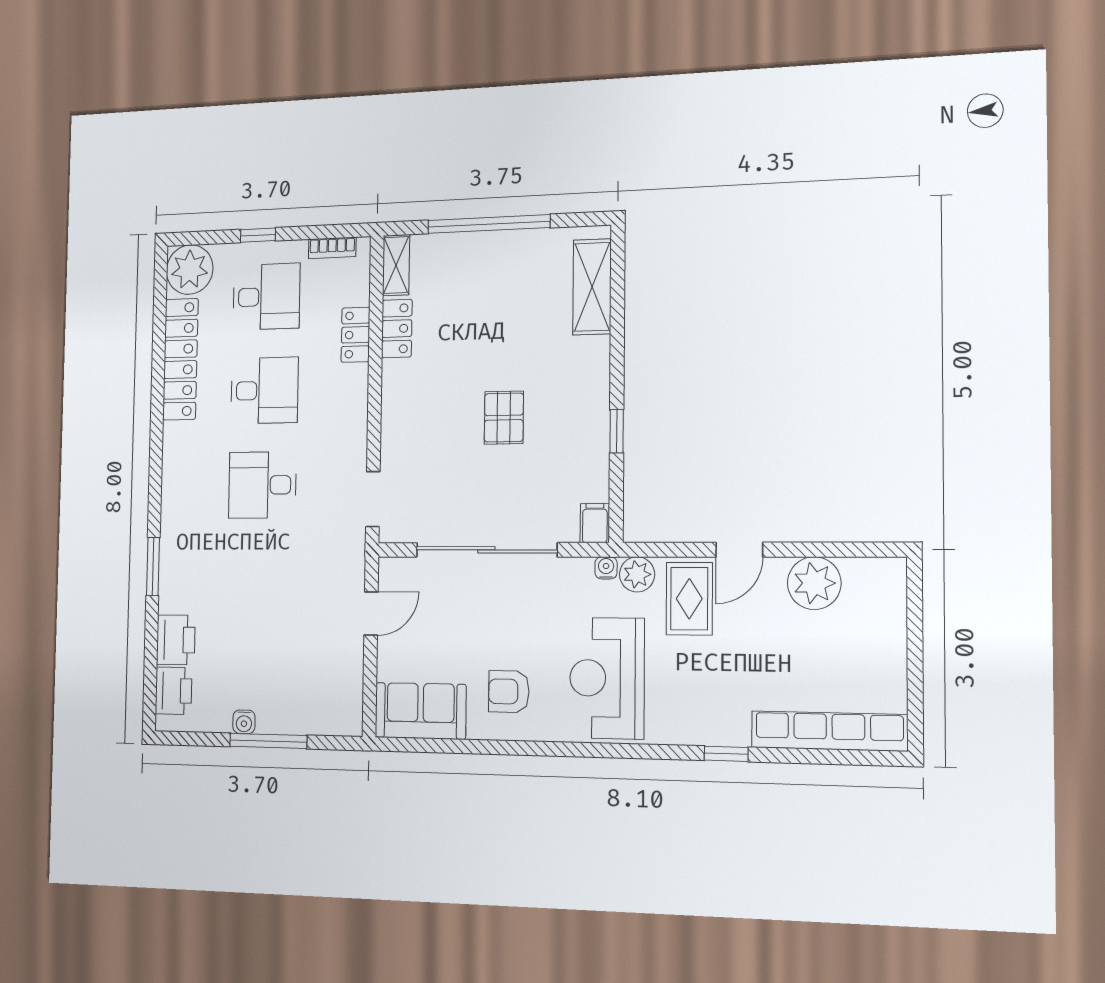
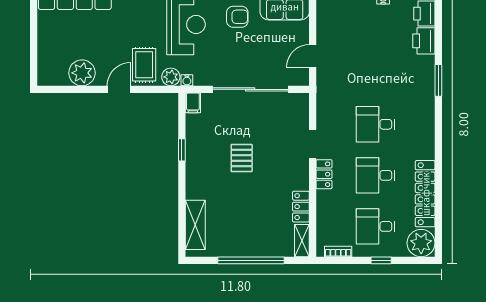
locker: (356, 335) -> (324, 174), moved
desk: (262, 485) -> (375, 124), turned 180
doorway: (373, 499) -> (313, 144), moved

